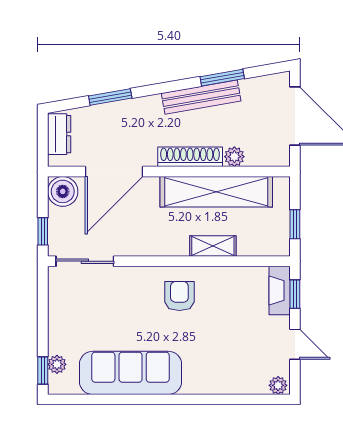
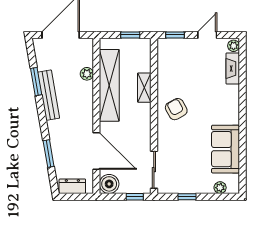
shoe rack: (190, 157) -> (87, 102), removed
fireplace: (280, 290) -> (233, 69), moved, turned 90
armchair: (179, 296) -> (176, 109), turned 61
window: (43, 370) -> (187, 197), moved
sofa: (131, 373) -> (226, 149), width x0.73

